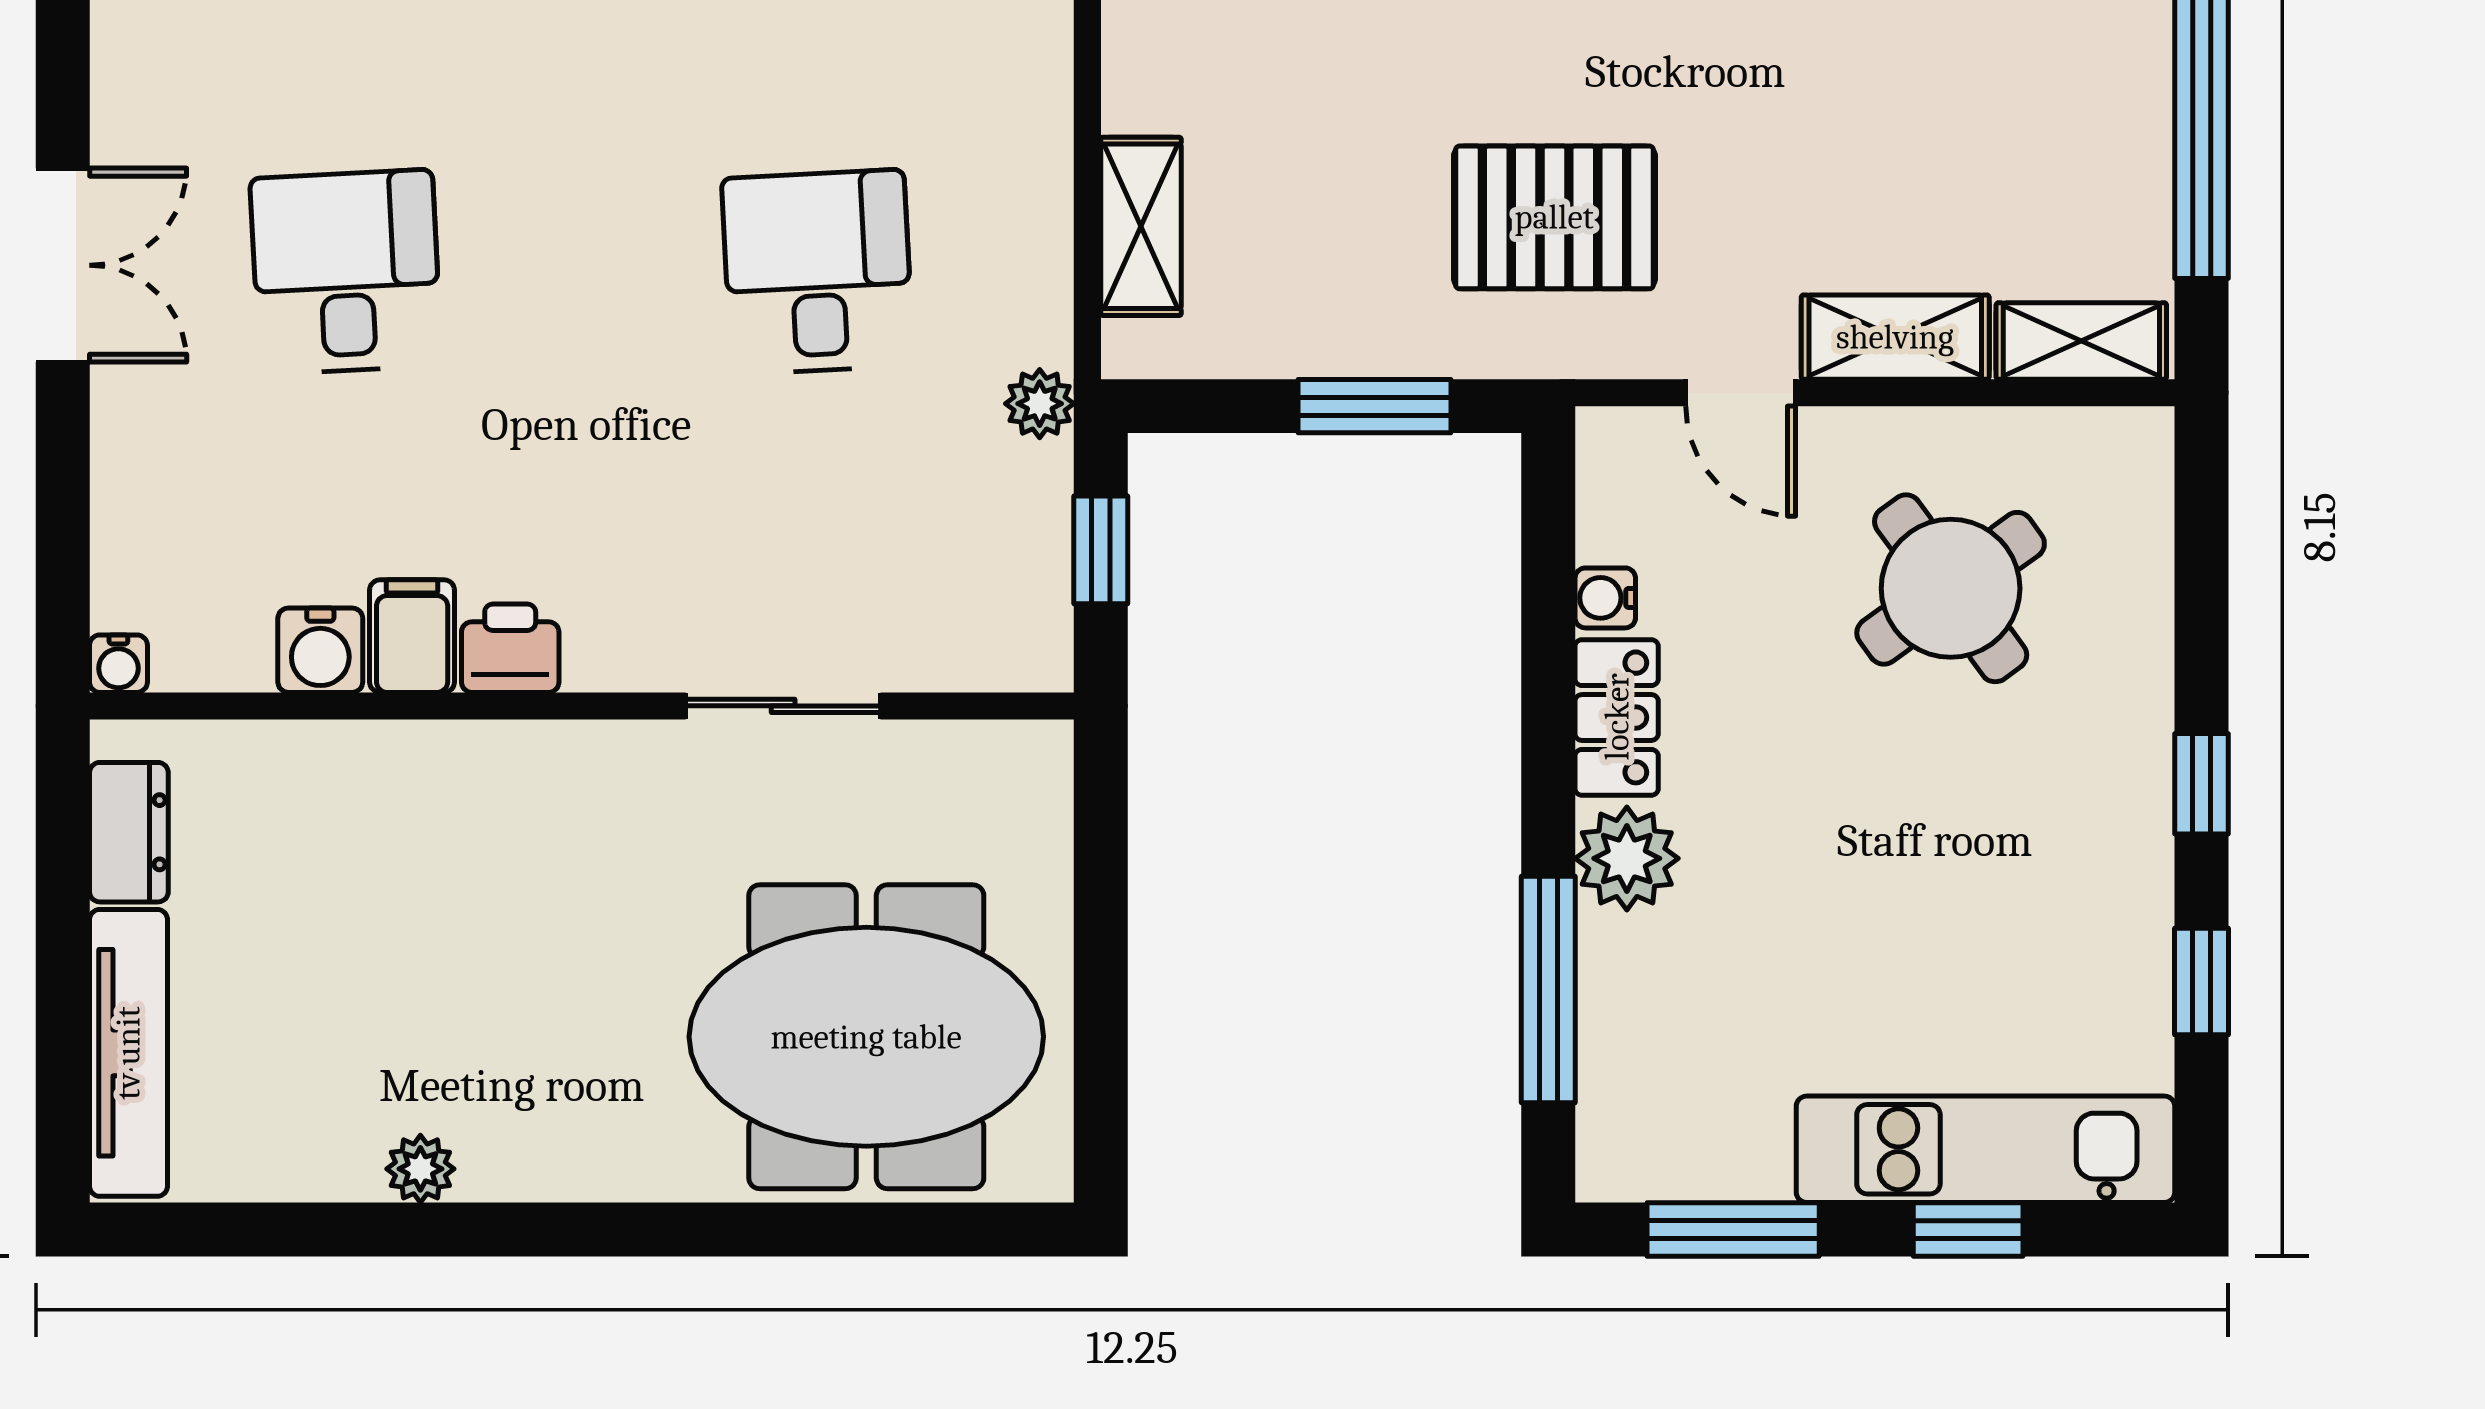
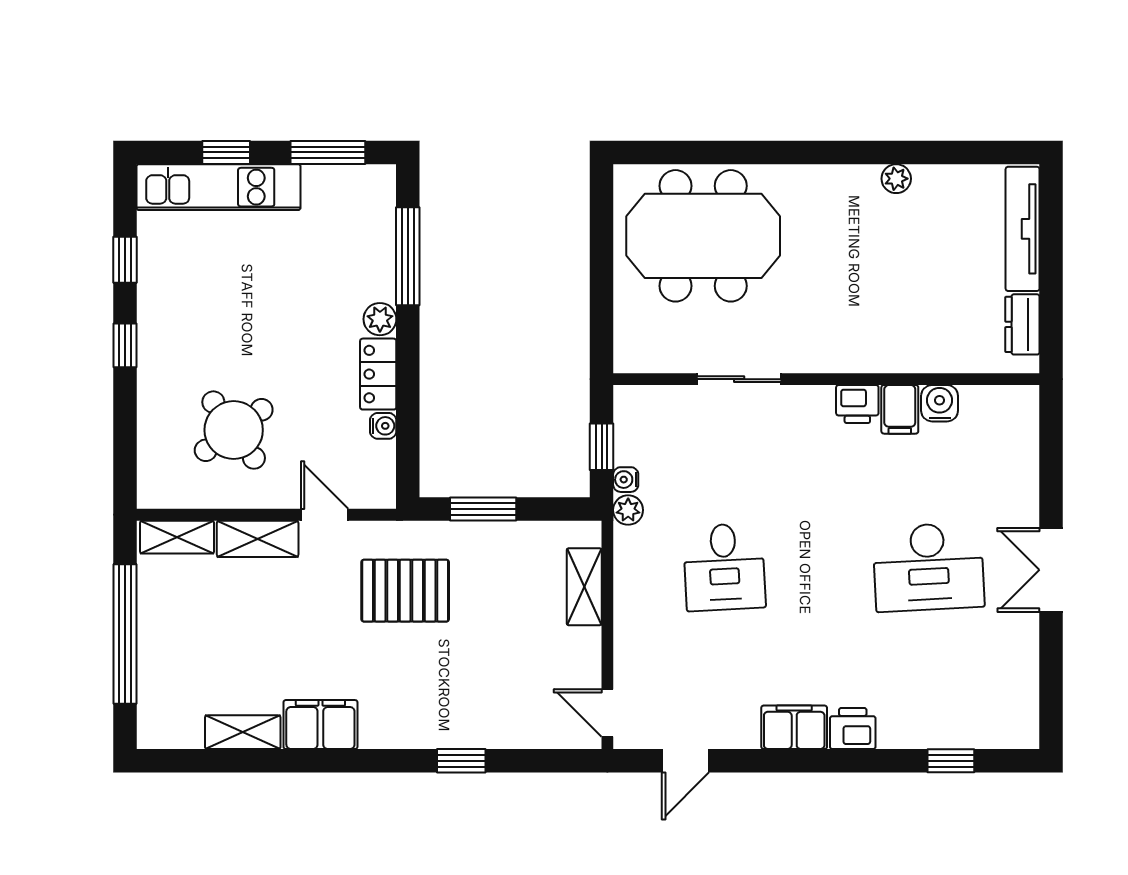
desk: (346, 272) -> (928, 567), width x1.37
water cooler: (118, 664) -> (626, 480), moved, turned -90
plant: (1627, 858) -> (380, 319), width x0.73, depth x0.73

